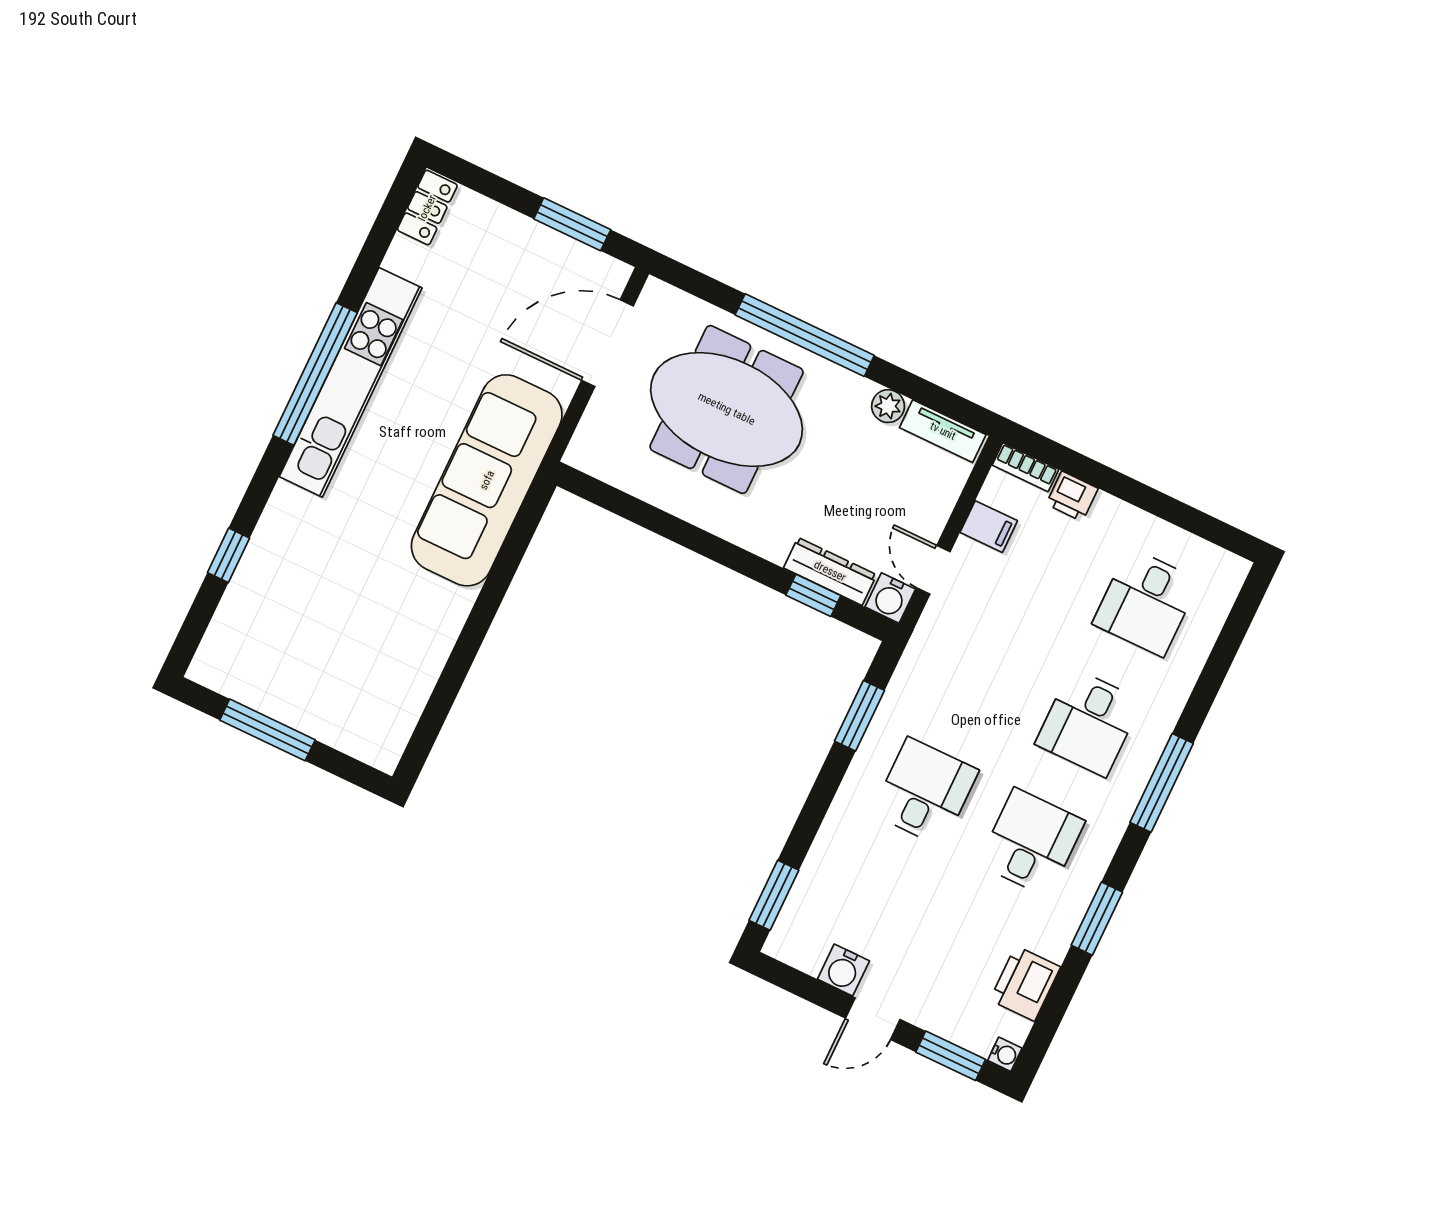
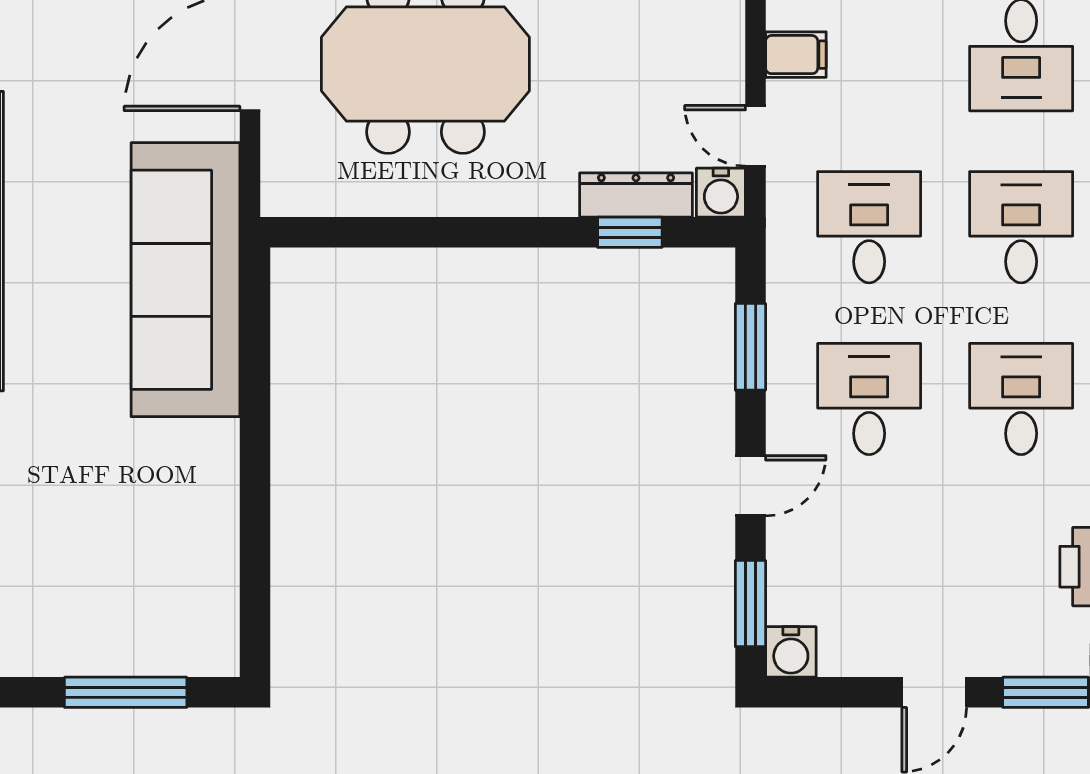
desk: (982, 672) -> (869, 227), added
desk: (1089, 722) -> (1021, 227), turned 180
window: (267, 730) -> (126, 692), moved
door: (813, 813) -> (750, 486), added
water cooler: (843, 970) -> (791, 652), moved

